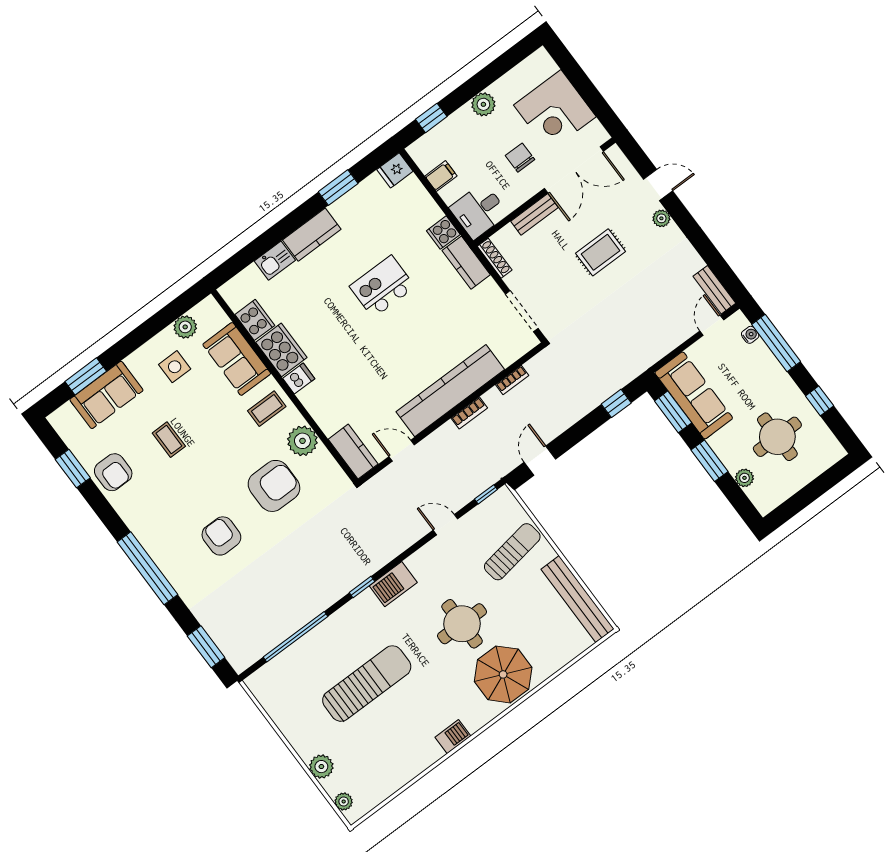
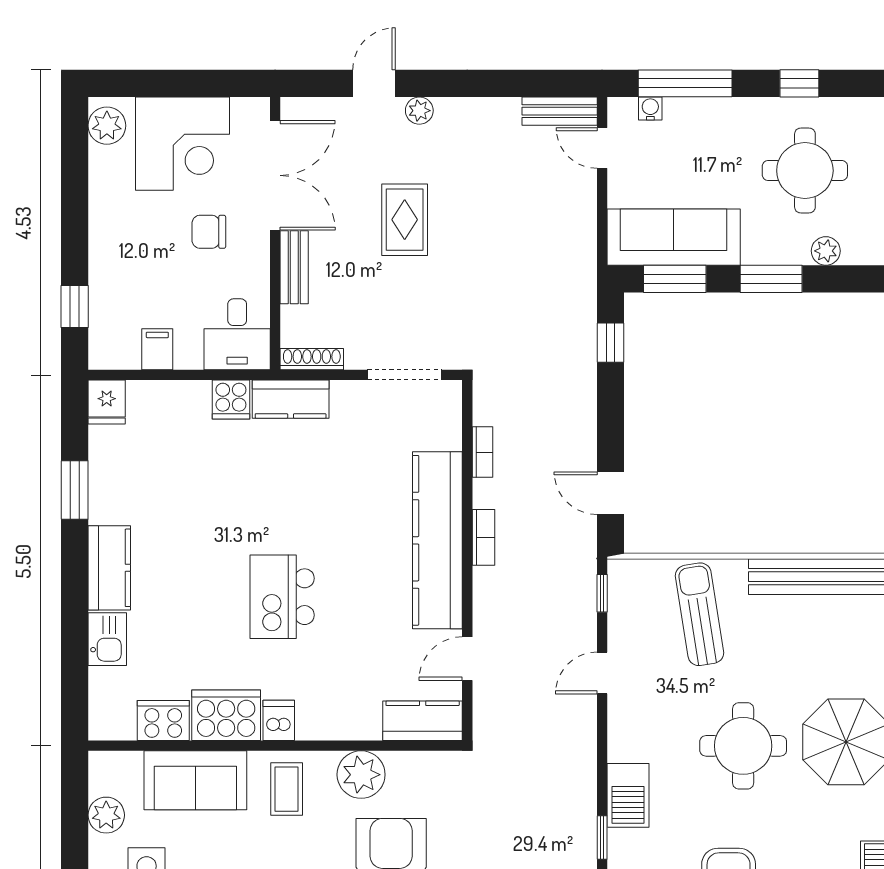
plant: (483, 104) -> (107, 126), moved
kitchen island: (382, 287) -> (282, 597), moved

